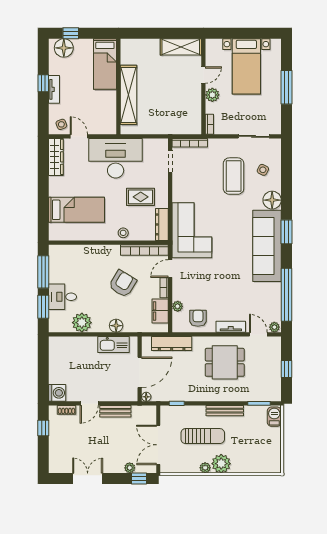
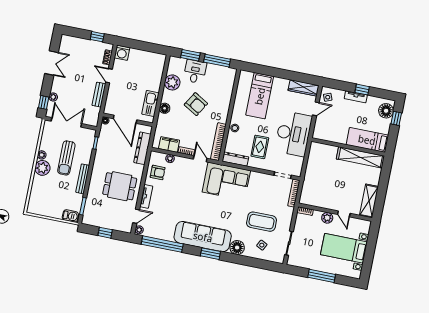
shelving: (128, 95) -> (360, 157), moved
armchair: (123, 284) -> (196, 104), moved
dining table: (225, 362) -> (120, 186), turned 90

